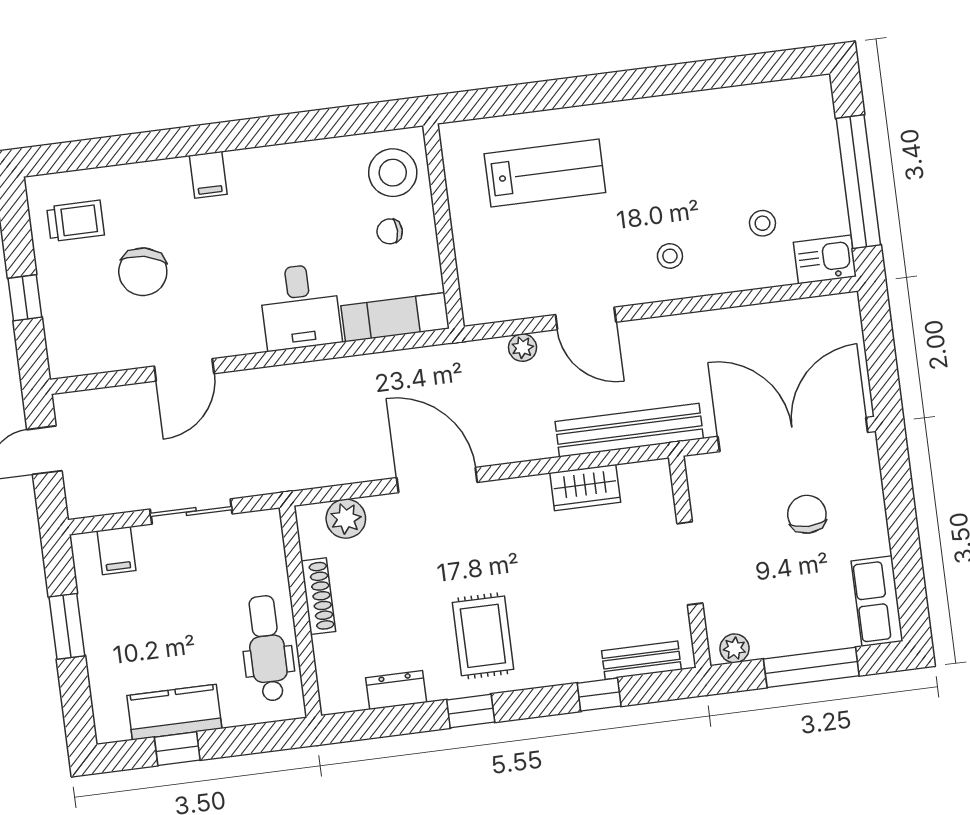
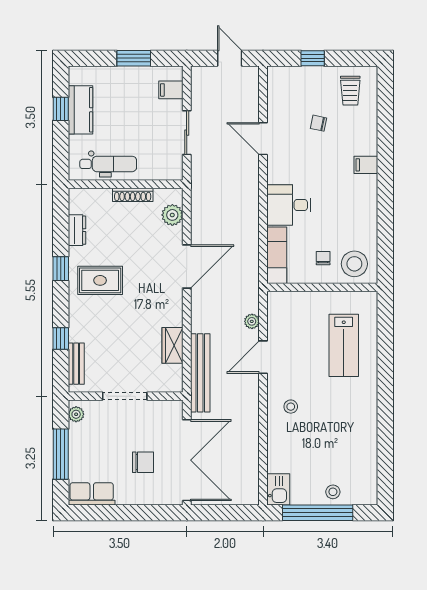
stool: (762, 223) -> (333, 492), moved
chair: (143, 272) -> (318, 123), width x0.54, depth x0.54

